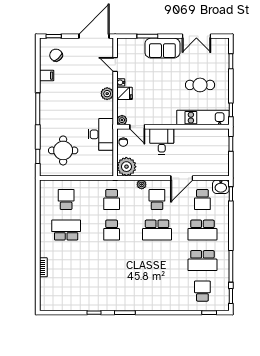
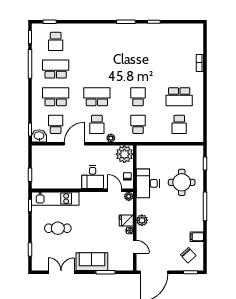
round table: (63, 150) -> (182, 182), moved

